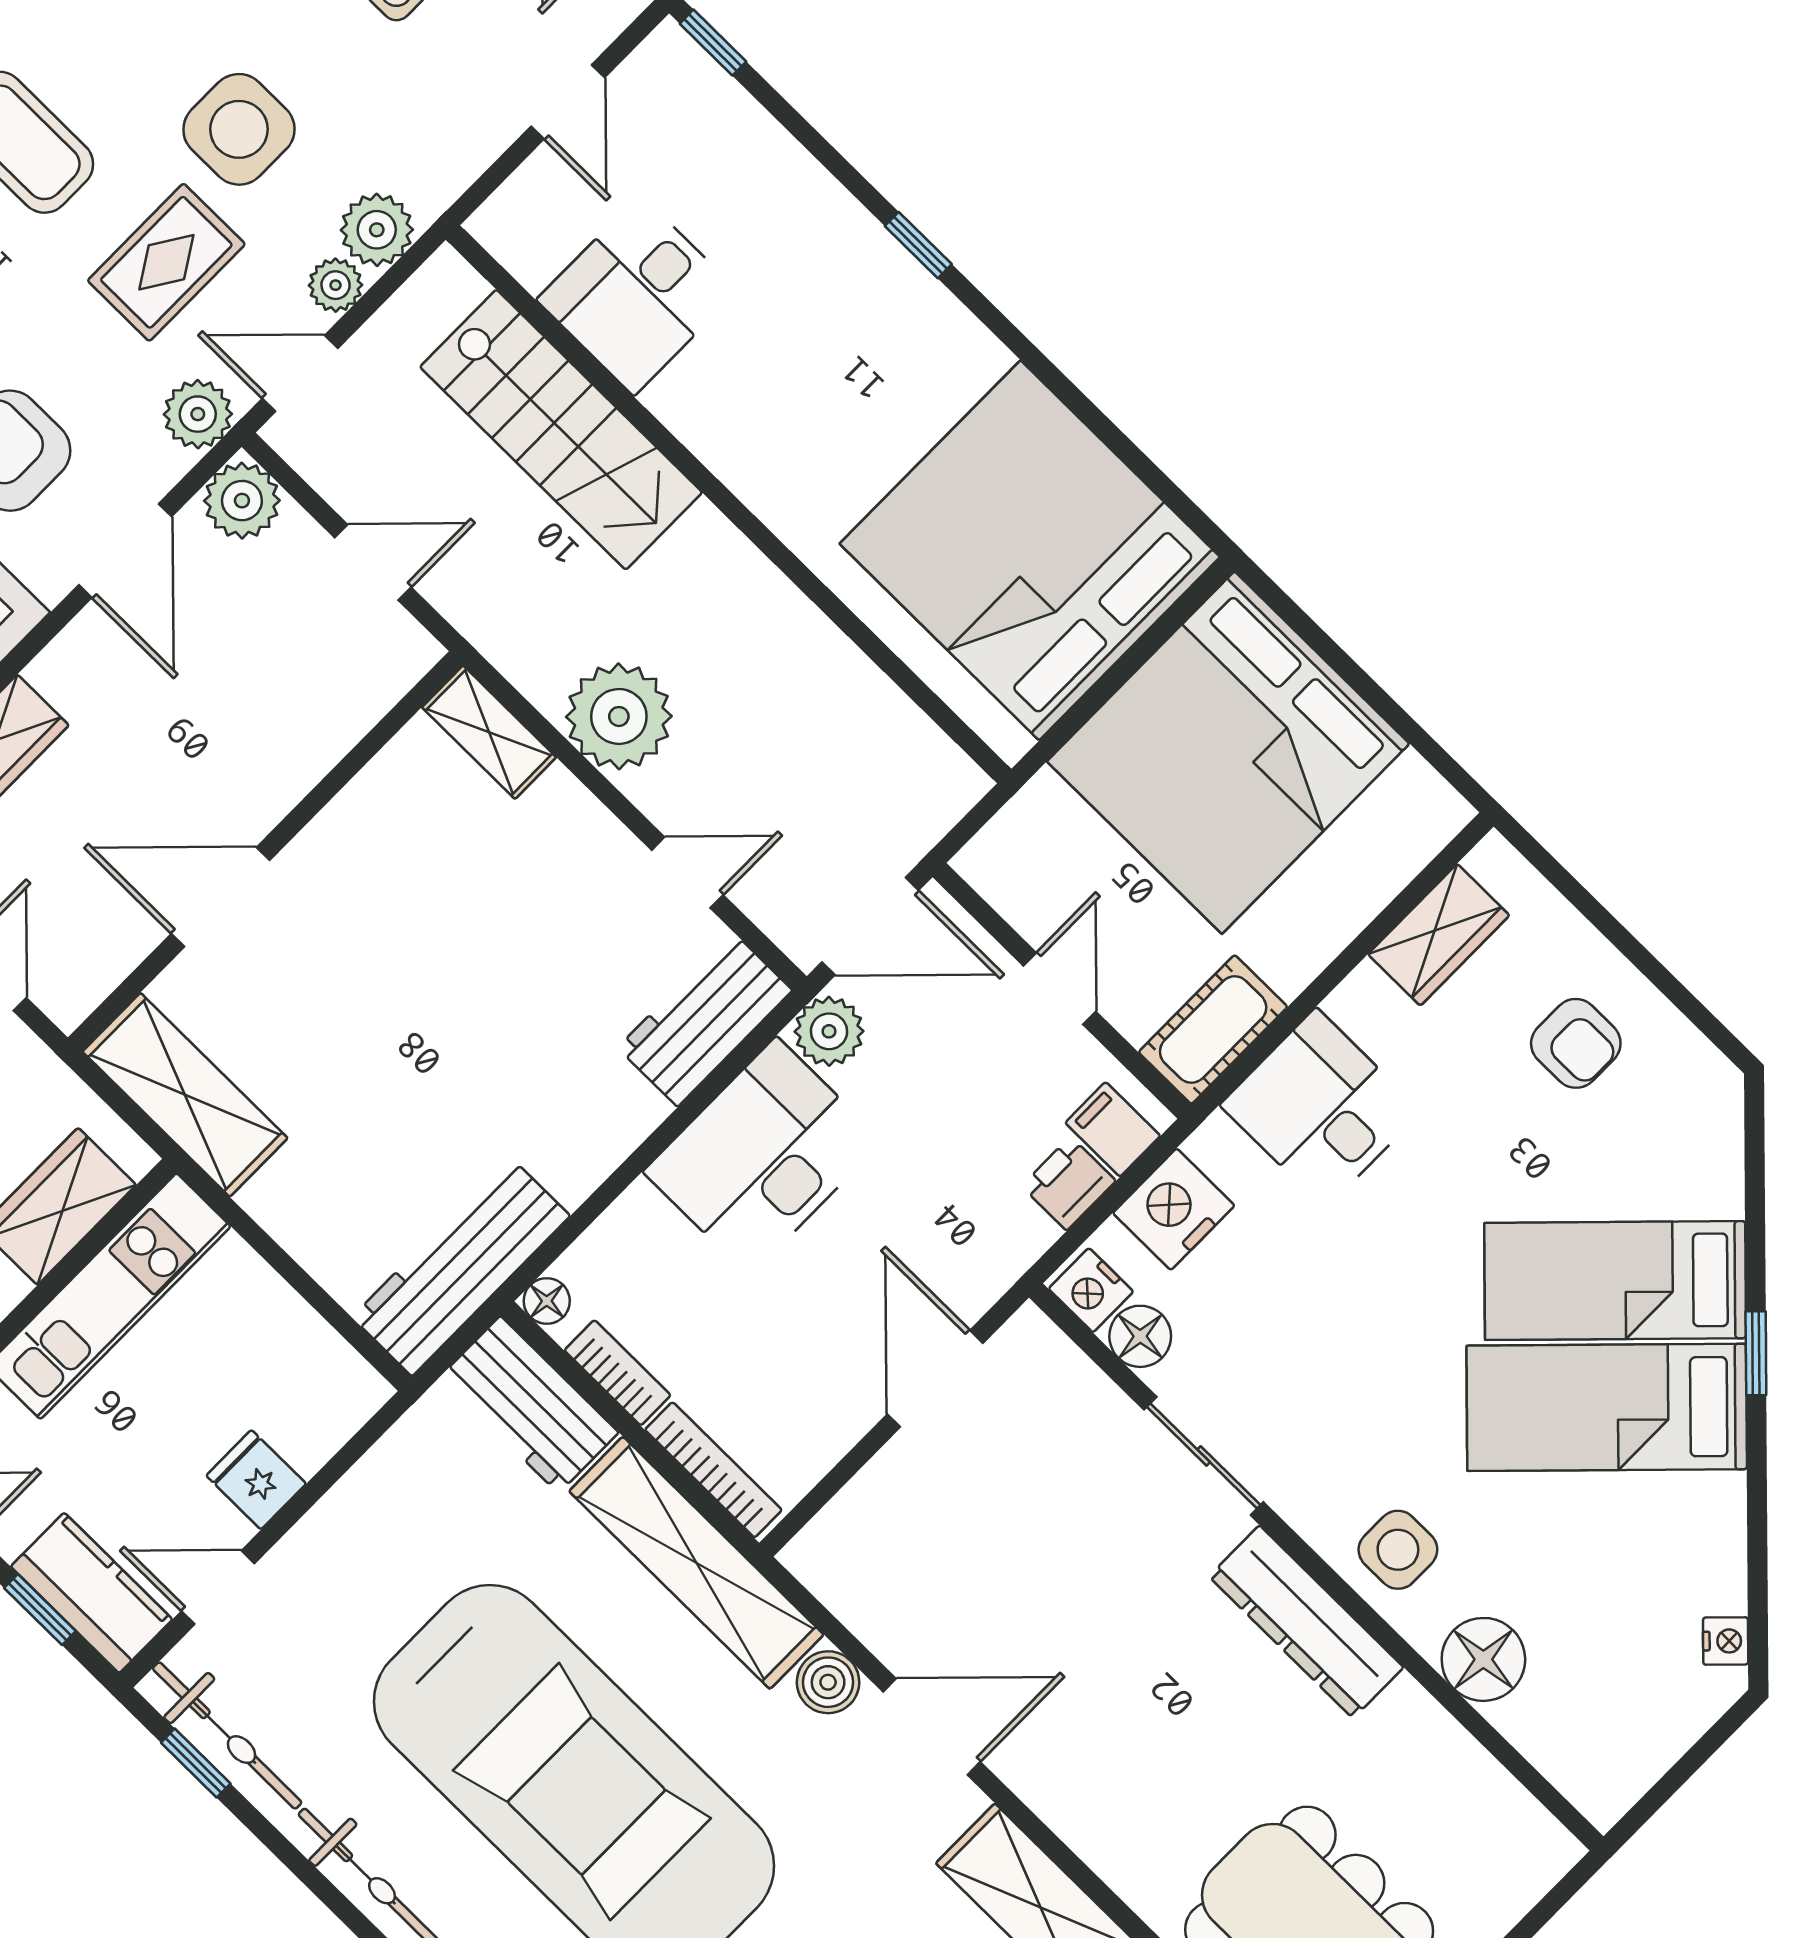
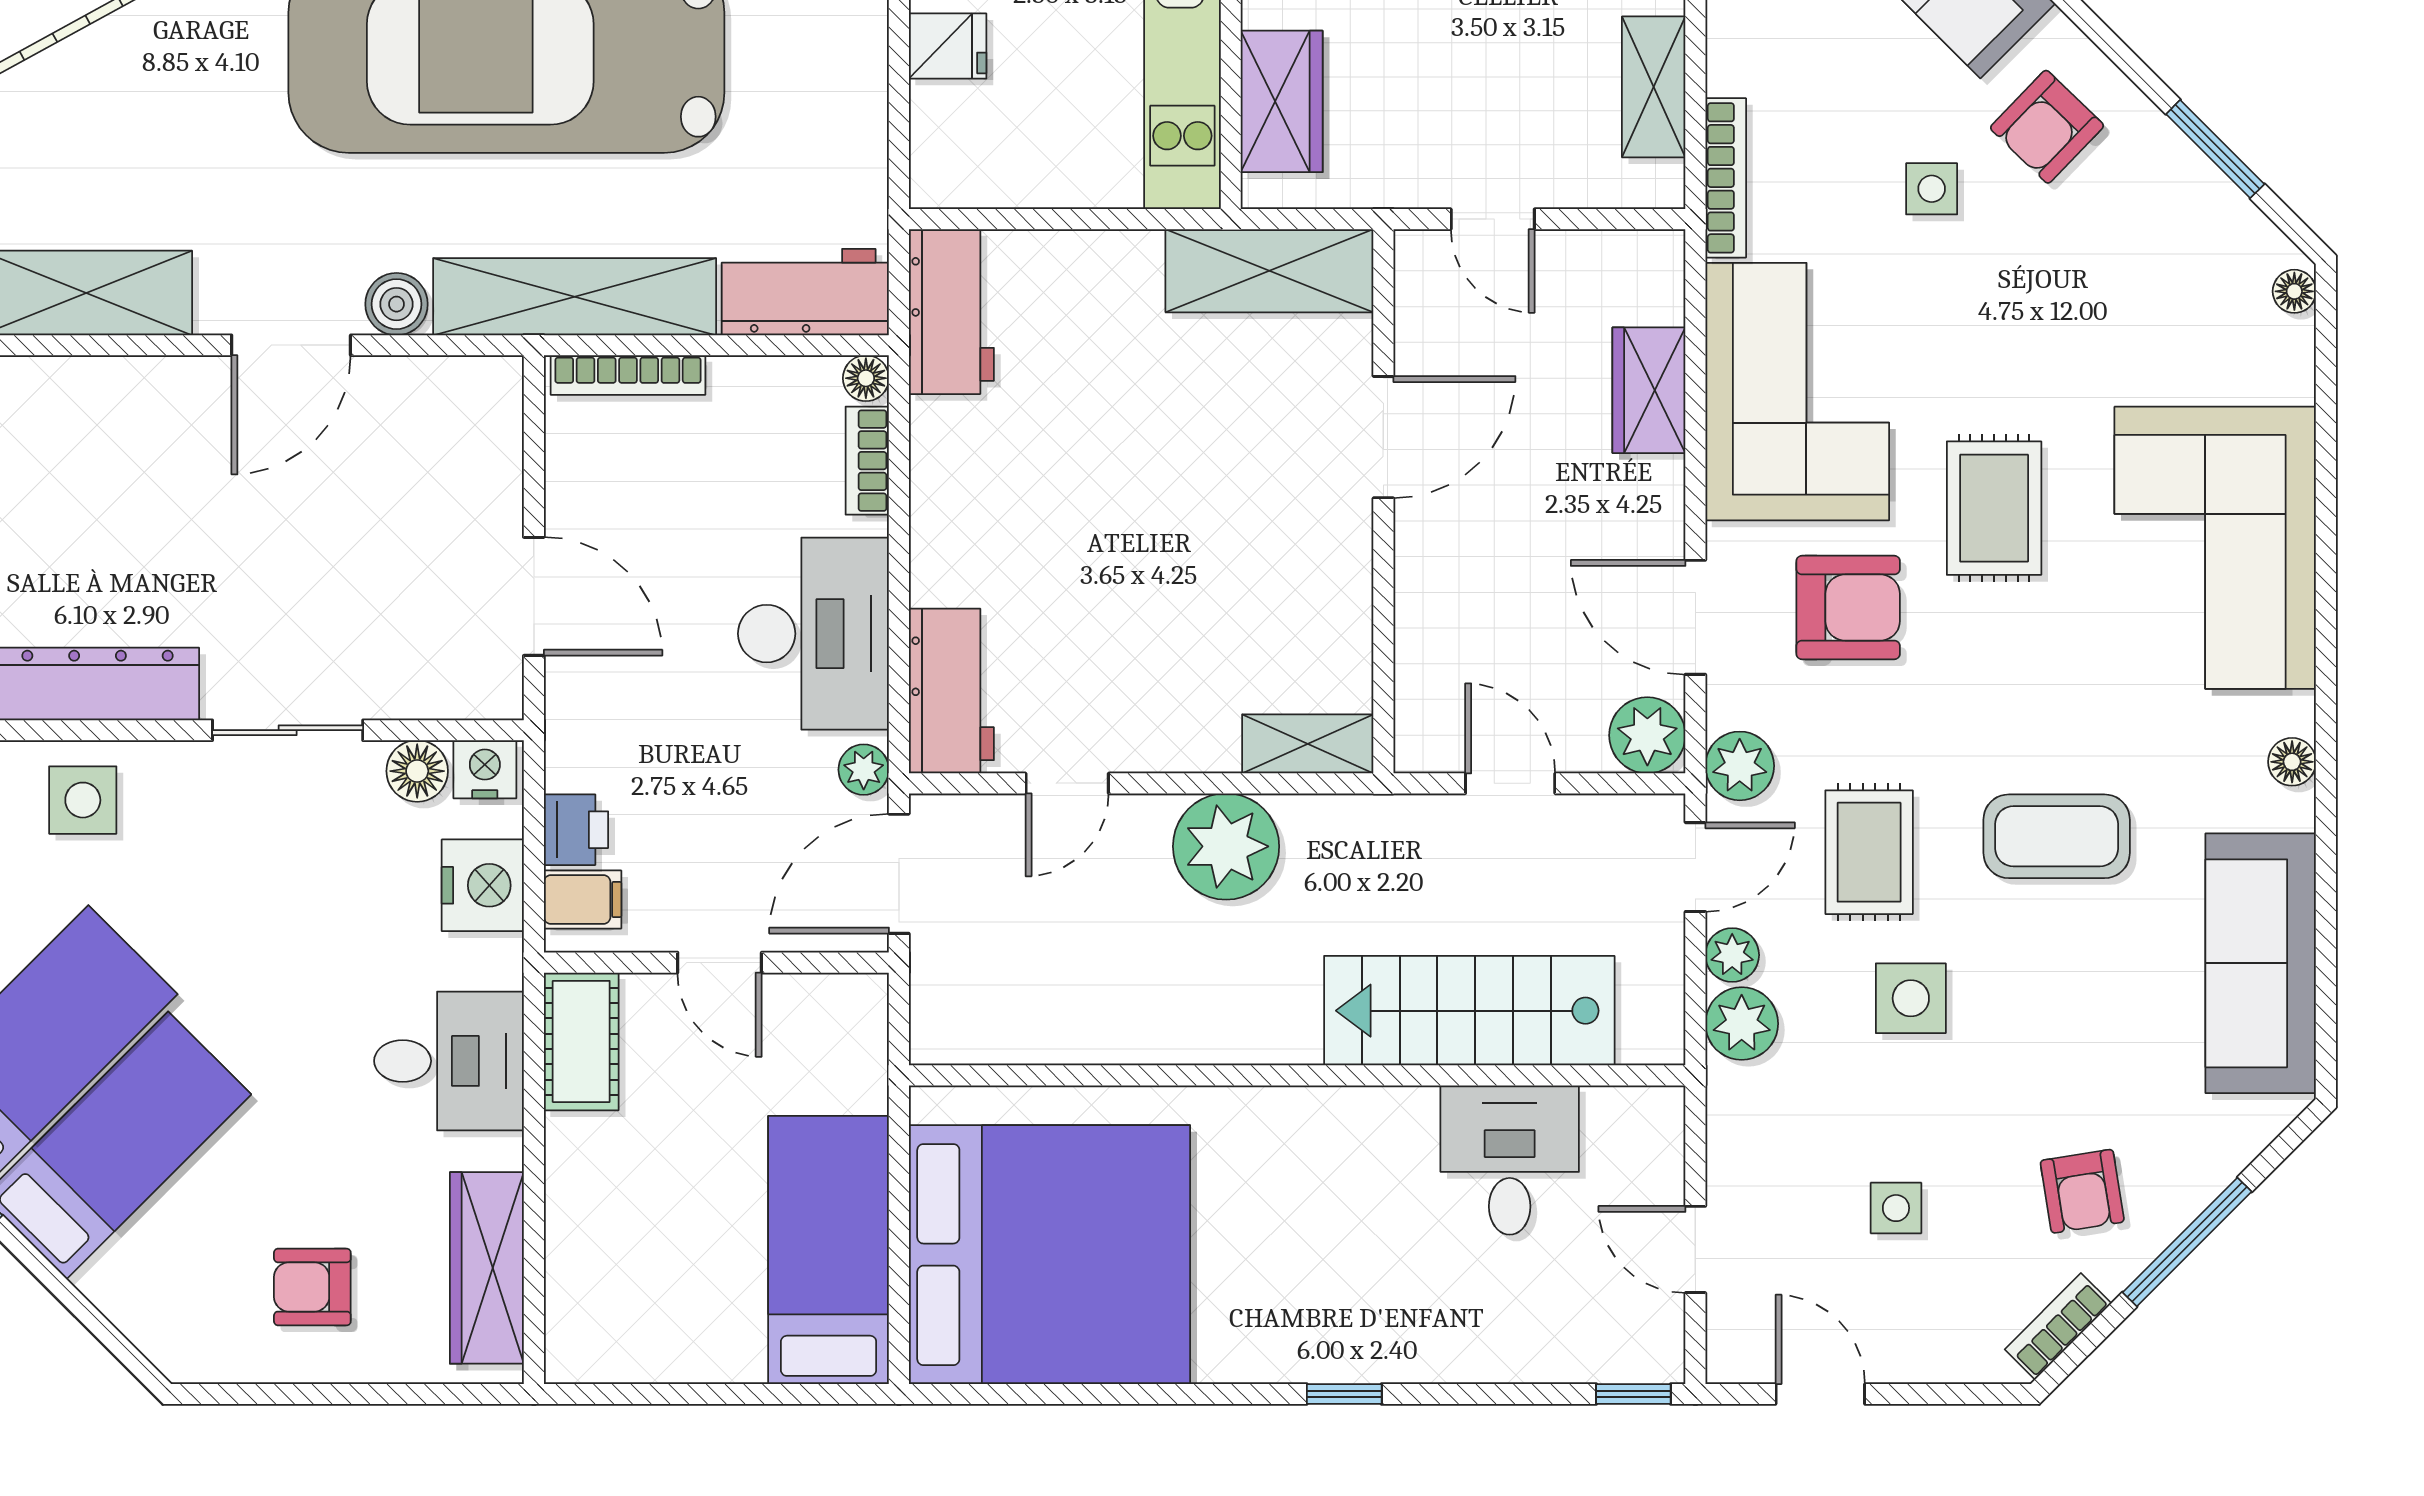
side table: (239, 129) -> (1911, 998), width x0.73, depth x0.73
door: (373, 562) -> (1510, 783), swing flipped
bed: (1228, 752) -> (829, 1250), width x0.49
wardrobe: (1439, 935) -> (487, 1268), width x1.50
plant: (829, 1031) -> (864, 770), width x0.73, depth x0.73
workbench: (461, 1267) -> (951, 312), width x0.73
bookcase: (618, 1373) -> (867, 461), moved, turned 90

